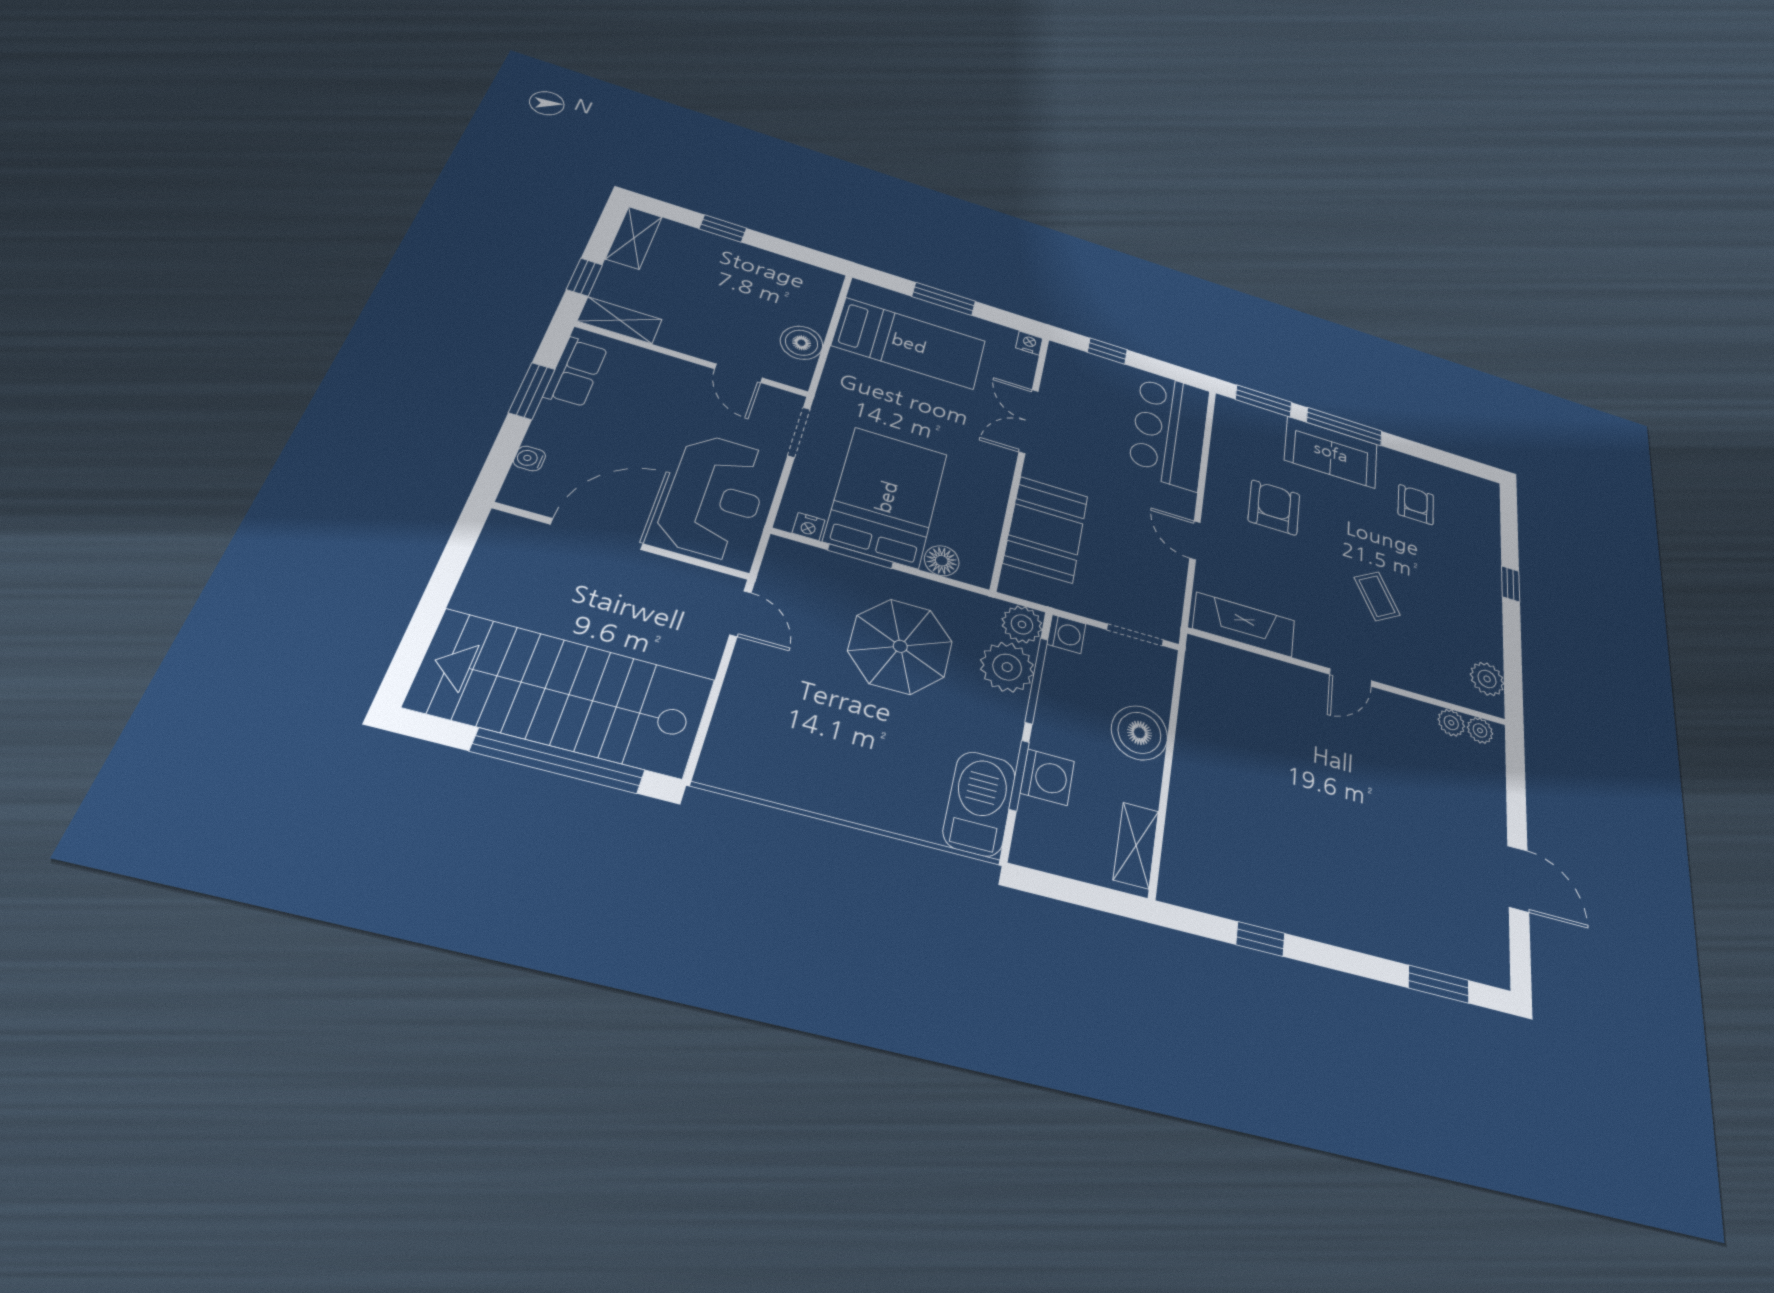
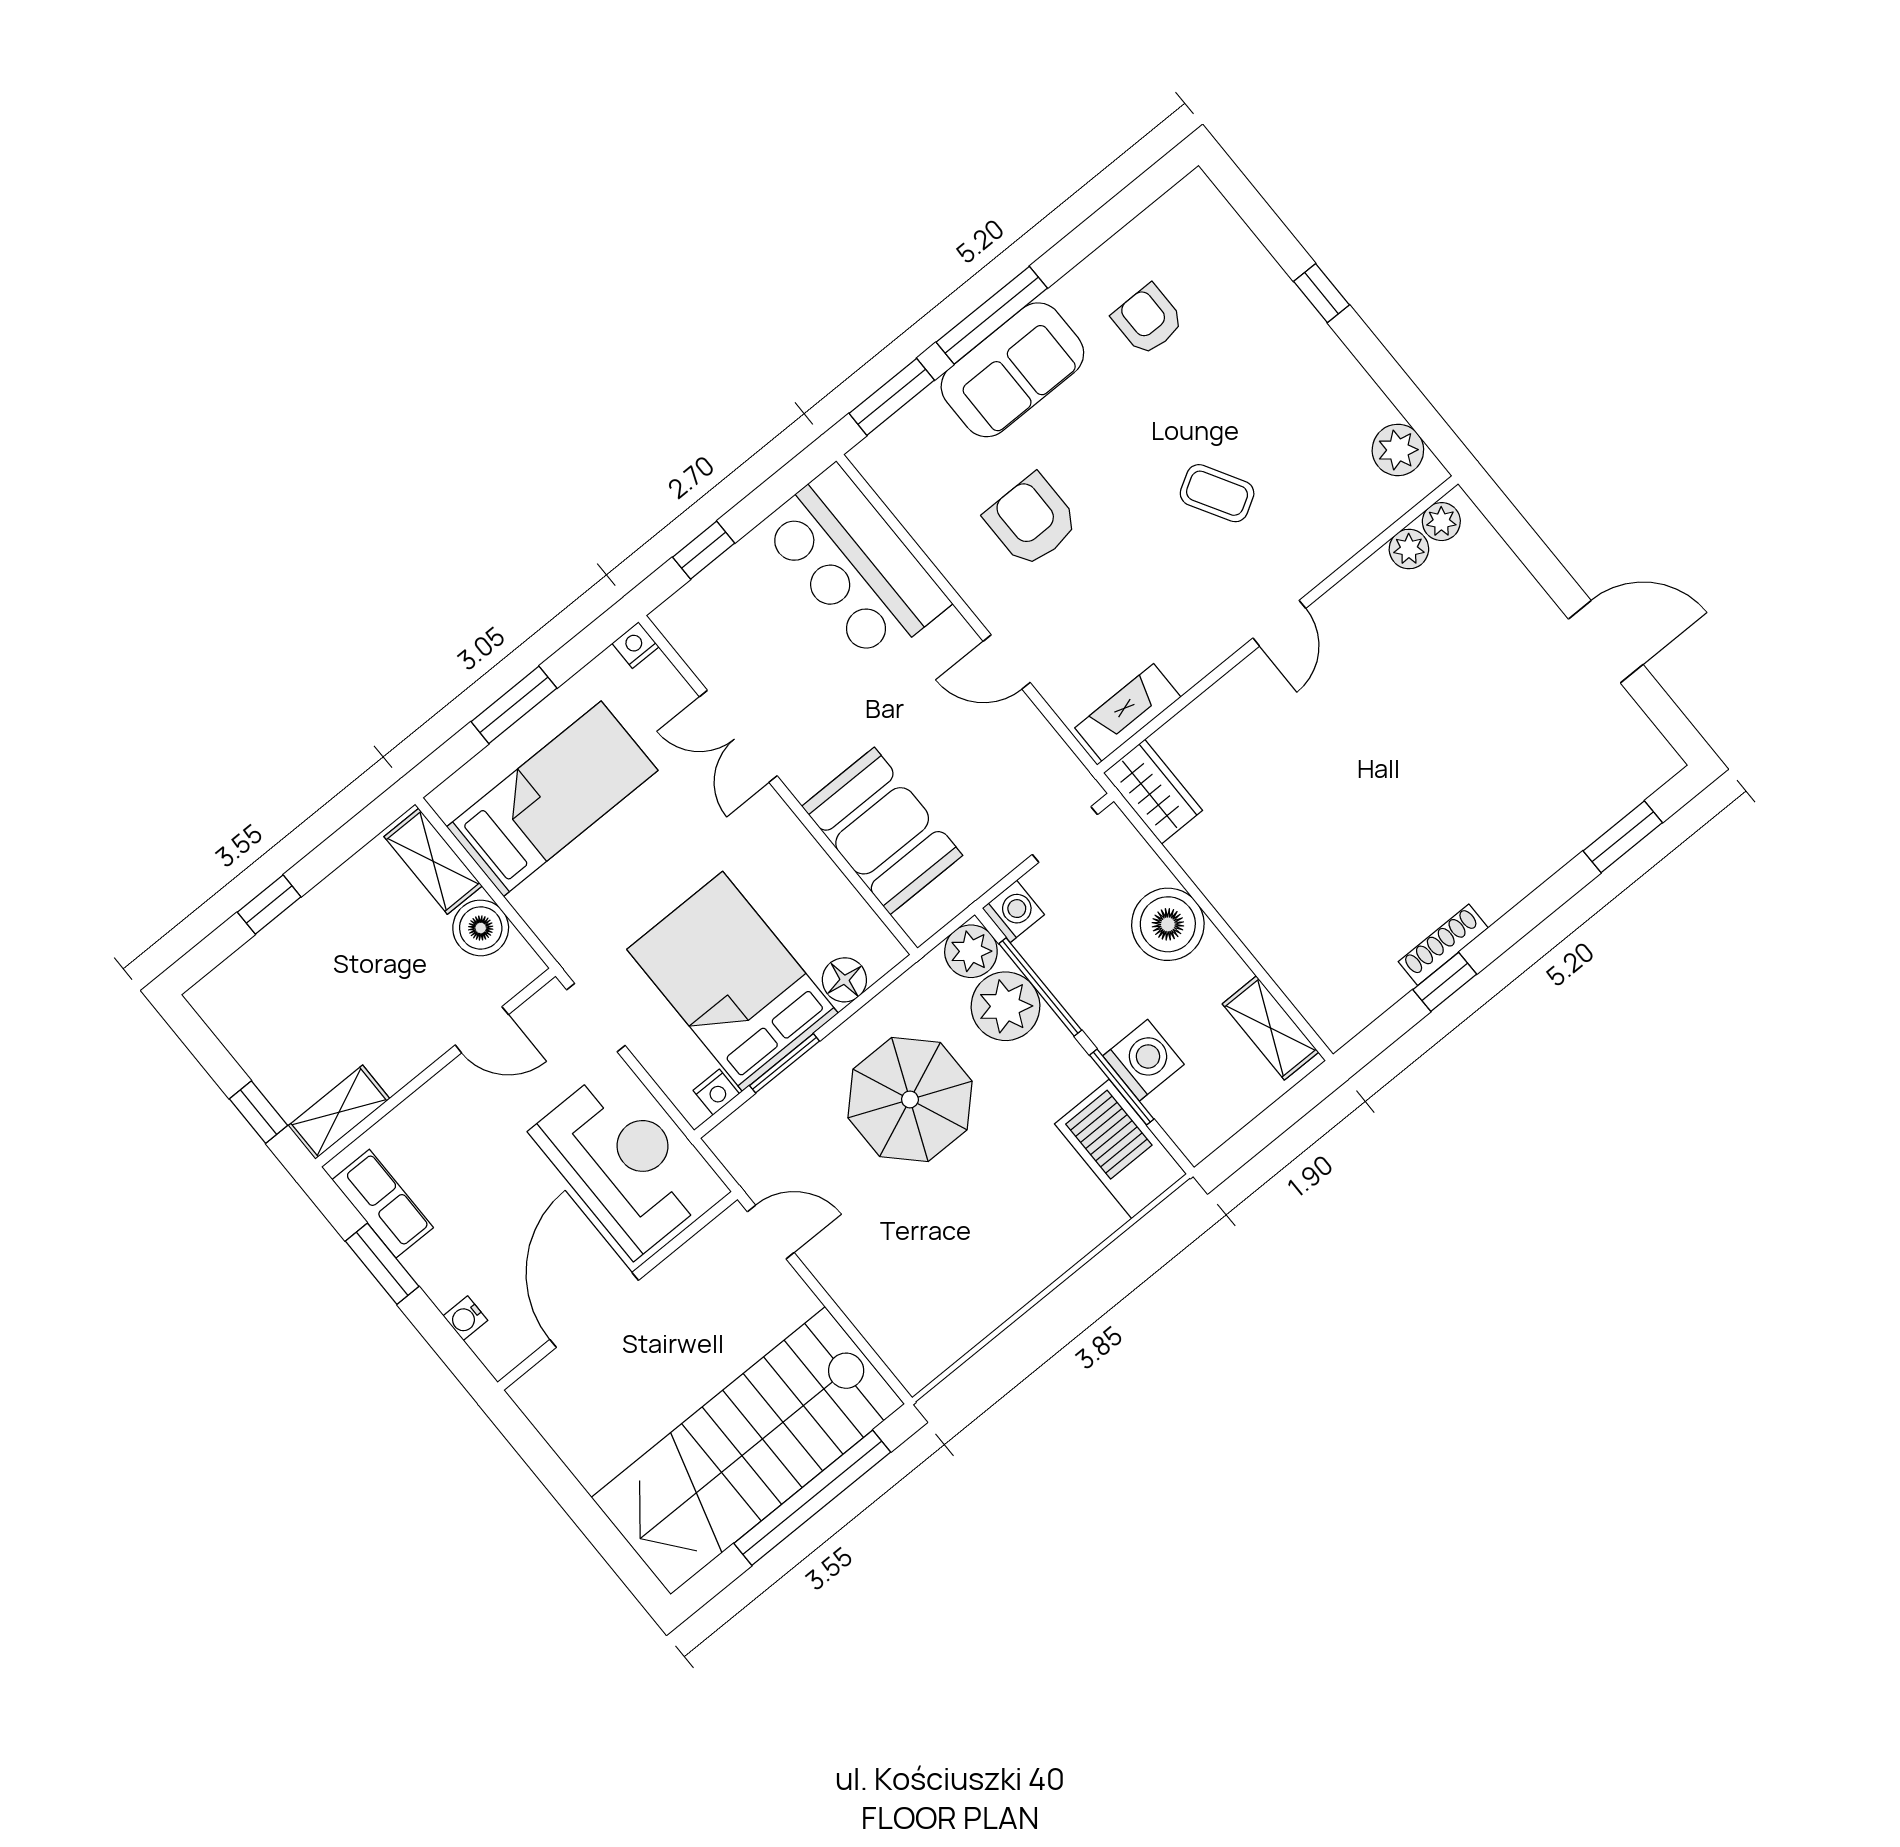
shelving: (634, 238) -> (433, 861), moved
fireplace: (1244, 625) -> (1128, 712), width x0.73, depth x0.76
wardrobe: (1203, 670) -> (1153, 792), added
shoe rack: (1280, 919) -> (1443, 945), added

